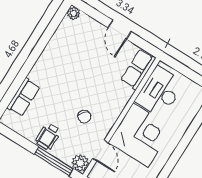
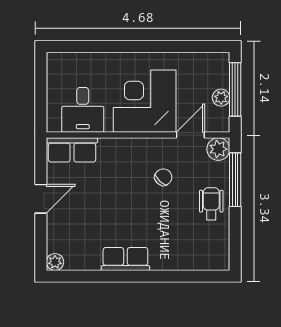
desk: (160, 92) -> (83, 110), width x0.73
row of seats: (24, 97) -> (125, 259), moved
wheelchair: (48, 137) -> (211, 204), turned -90

